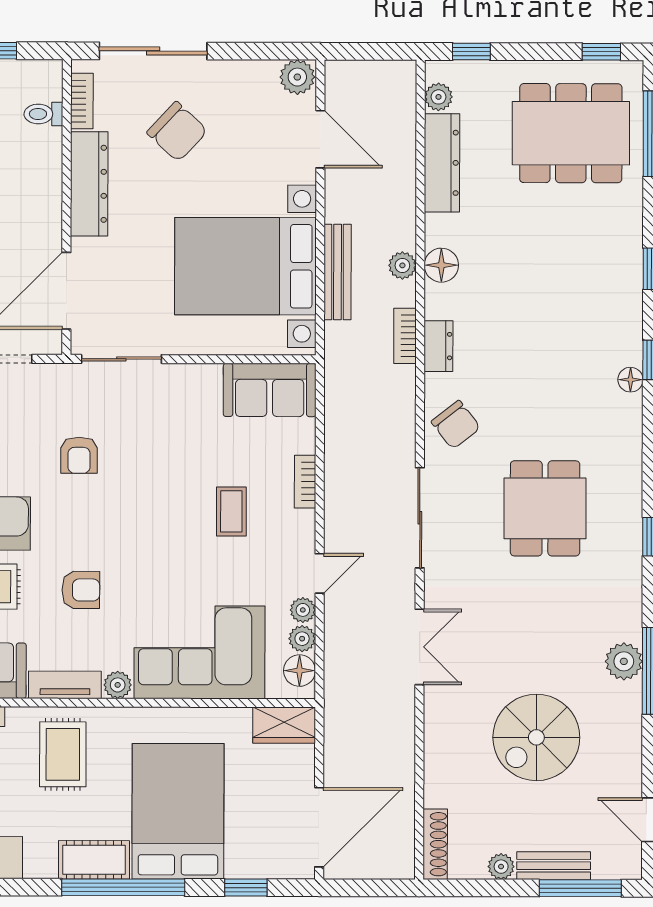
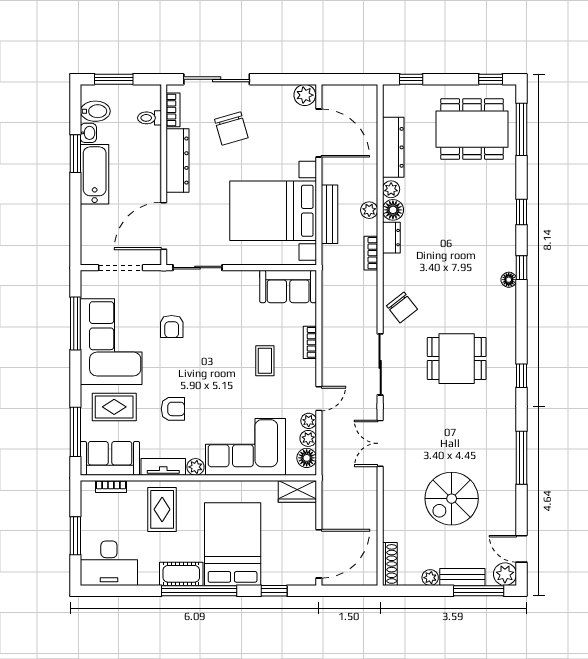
plant: (438, 97) -> (391, 189), moved
chair: (177, 132) -> (231, 129), turned 31
door: (320, 139) -> (319, 133), width x1.36
dresser: (438, 346) -> (391, 238), moved
dining table: (545, 508) -> (457, 359), turned 90
double door: (420, 647) -> (380, 443), swing flipped
plant: (624, 661) -> (505, 574), moved

